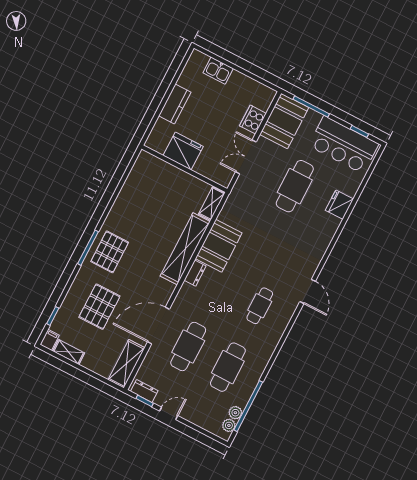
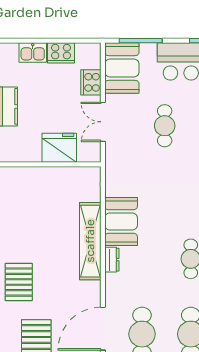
cooker: (241, 83) -> (61, 53), added
fridge: (183, 151) -> (59, 148), moved
cafe table: (295, 186) -> (165, 126), width x0.73, depth x0.74
shelving: (212, 204) -> (93, 184), removed

